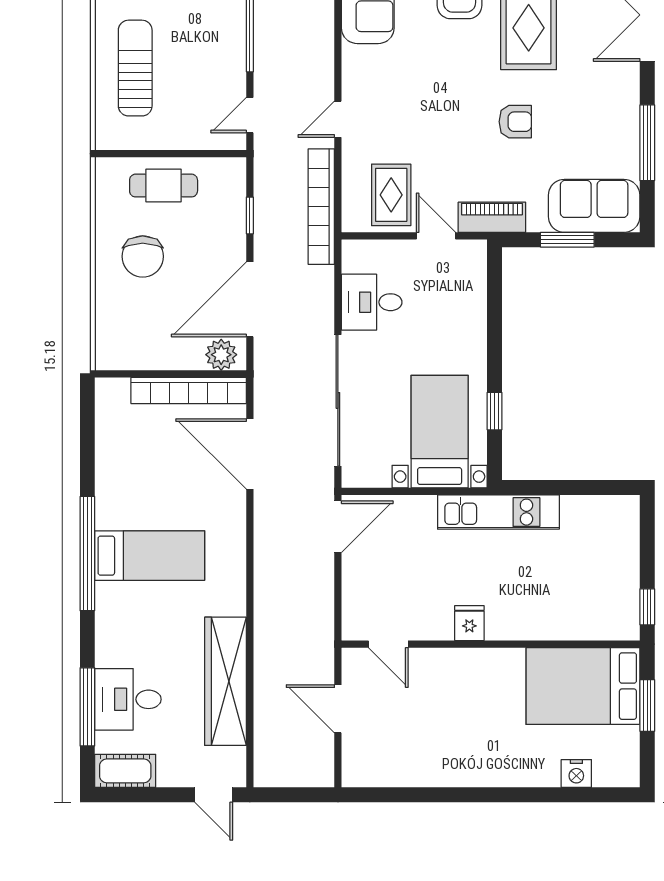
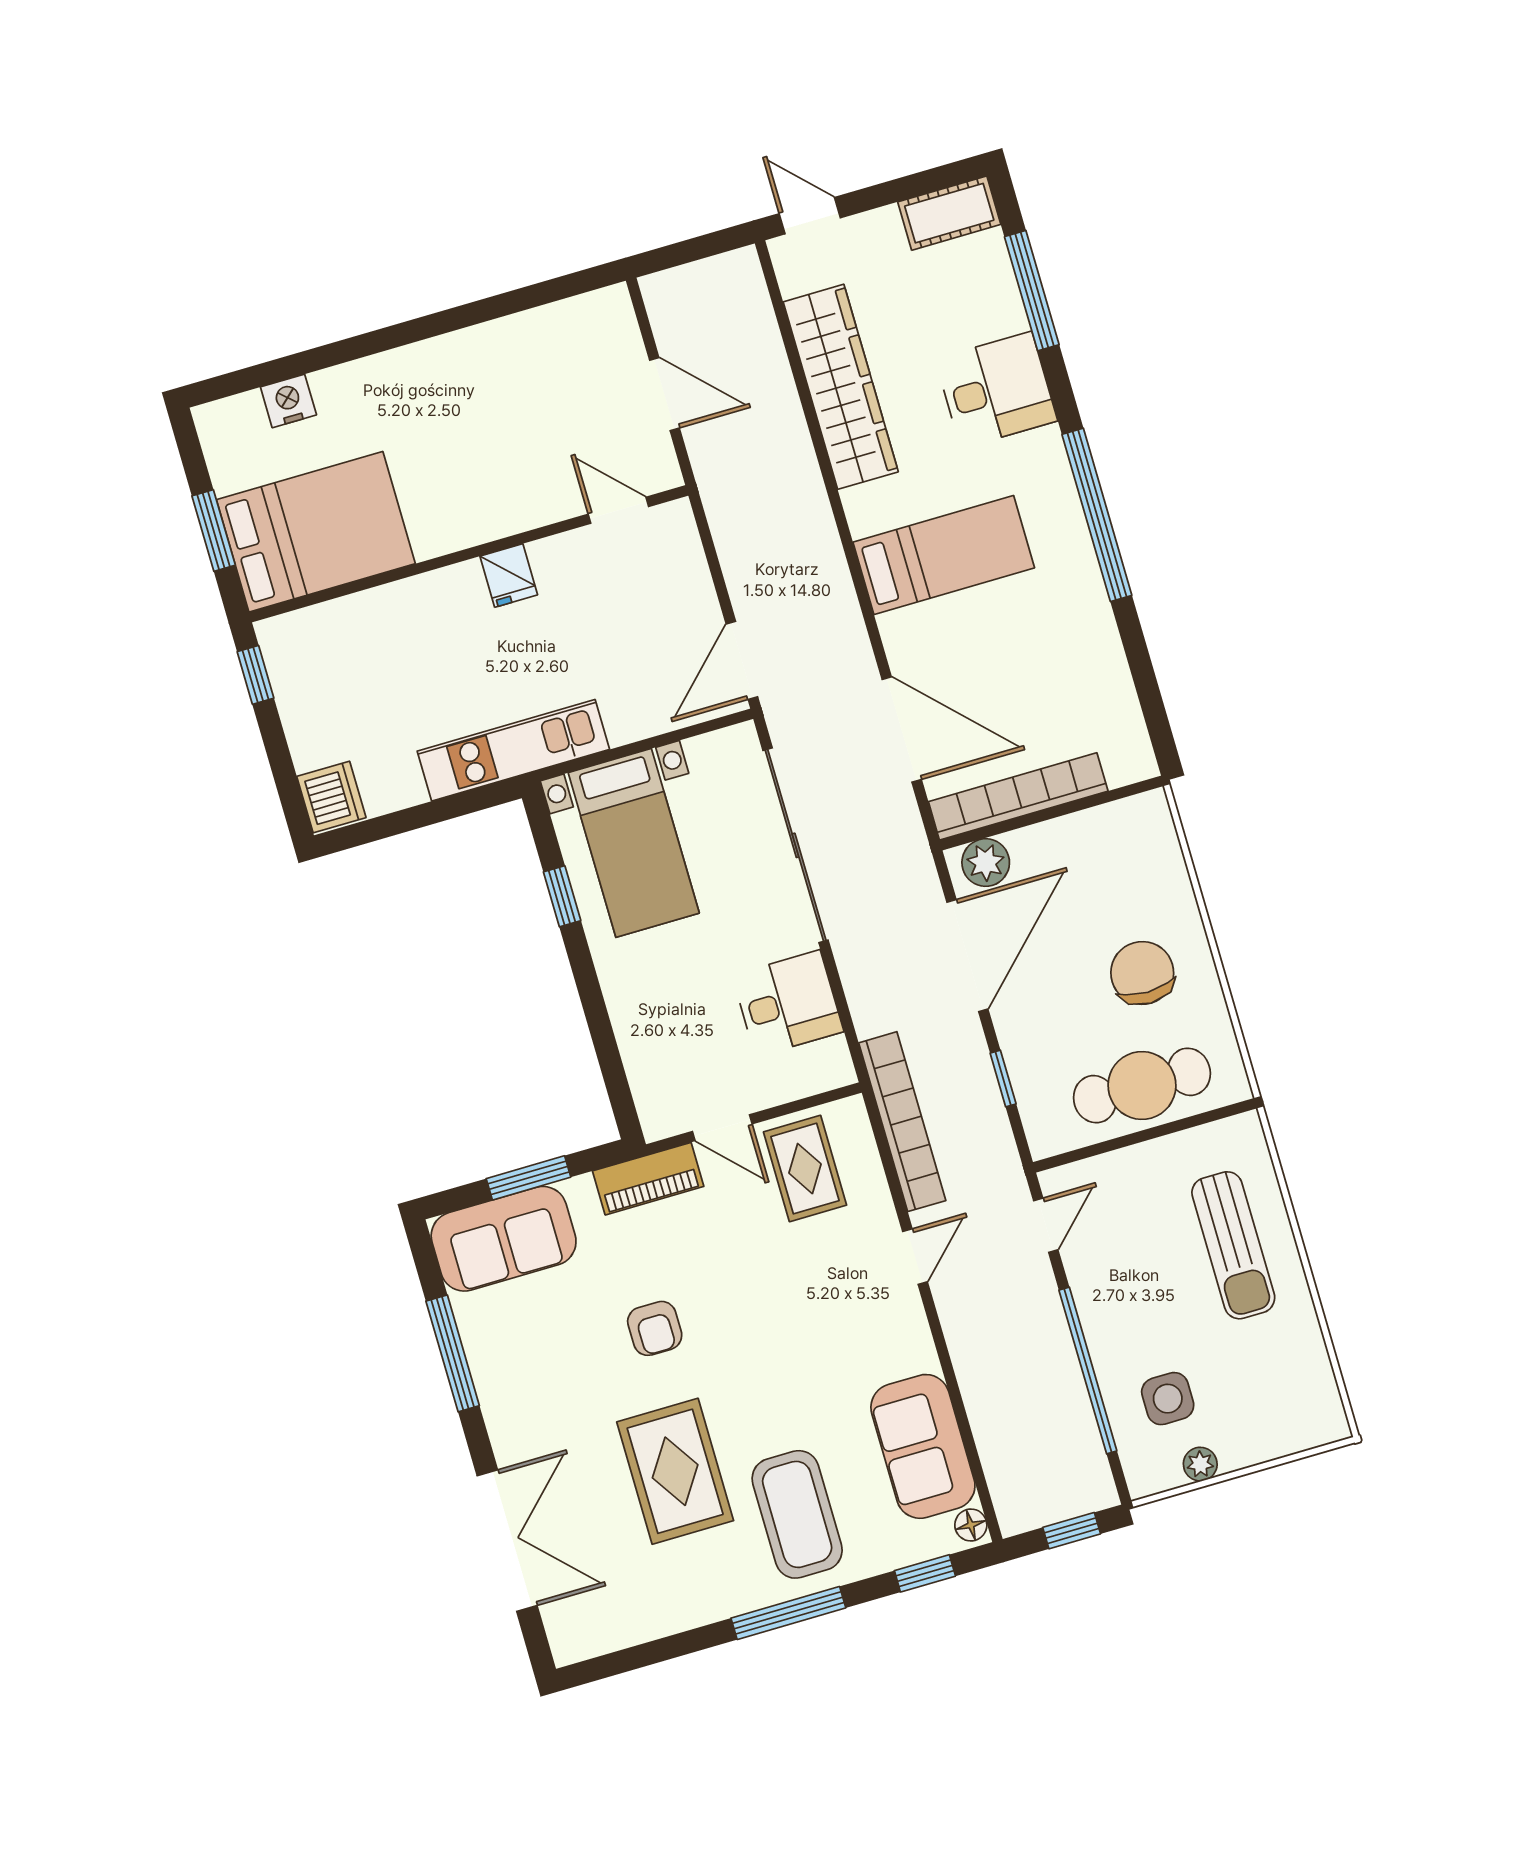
armchair: (515, 122) -> (655, 1328), turned -90
cafe table: (164, 186) -> (1142, 1085), width x1.37, depth x1.35
dishwasher: (622, 516) -> (331, 797), added
bed: (150, 556) -> (944, 555), moved, turned 180
desk: (128, 699) -> (996, 390), moved

